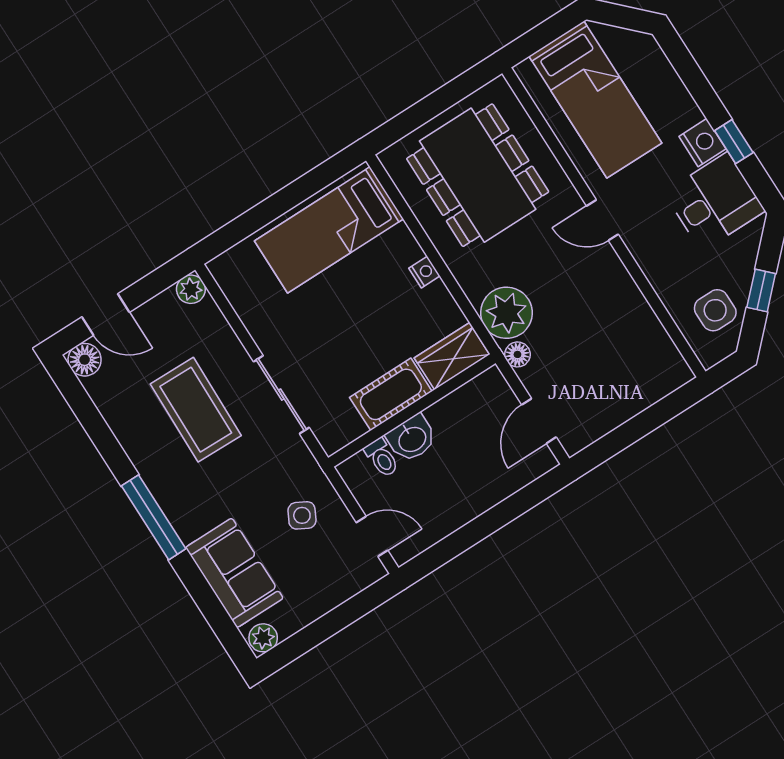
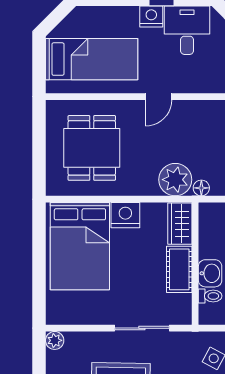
dining table: (478, 175) -> (92, 148), width x0.73
bed: (329, 230) -> (80, 246), width x1.50
nightstand: (424, 272) -> (125, 215), width x1.89, depth x1.79

